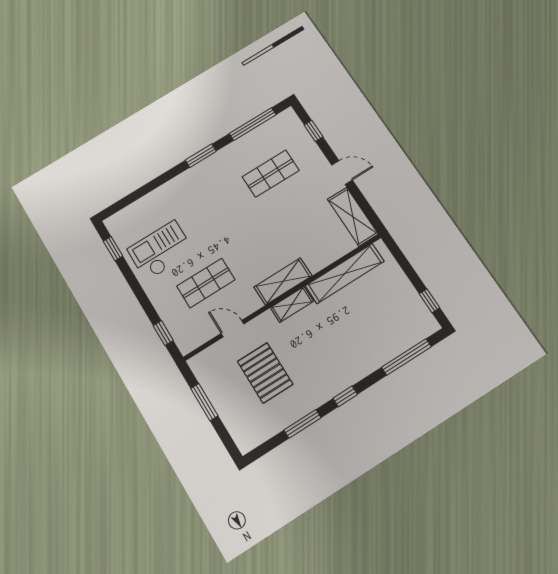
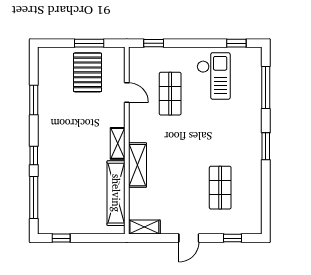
window: (253, 124) -> (266, 88), moved
shelving: (353, 217) -> (144, 227), width x0.67, depth x0.75
shelving: (283, 281) -> (137, 165), moved
door: (233, 329) -> (127, 92), hinge flipped
pallet: (265, 373) -> (88, 72), moved, turned 90
window: (345, 396) -> (34, 155), moved

